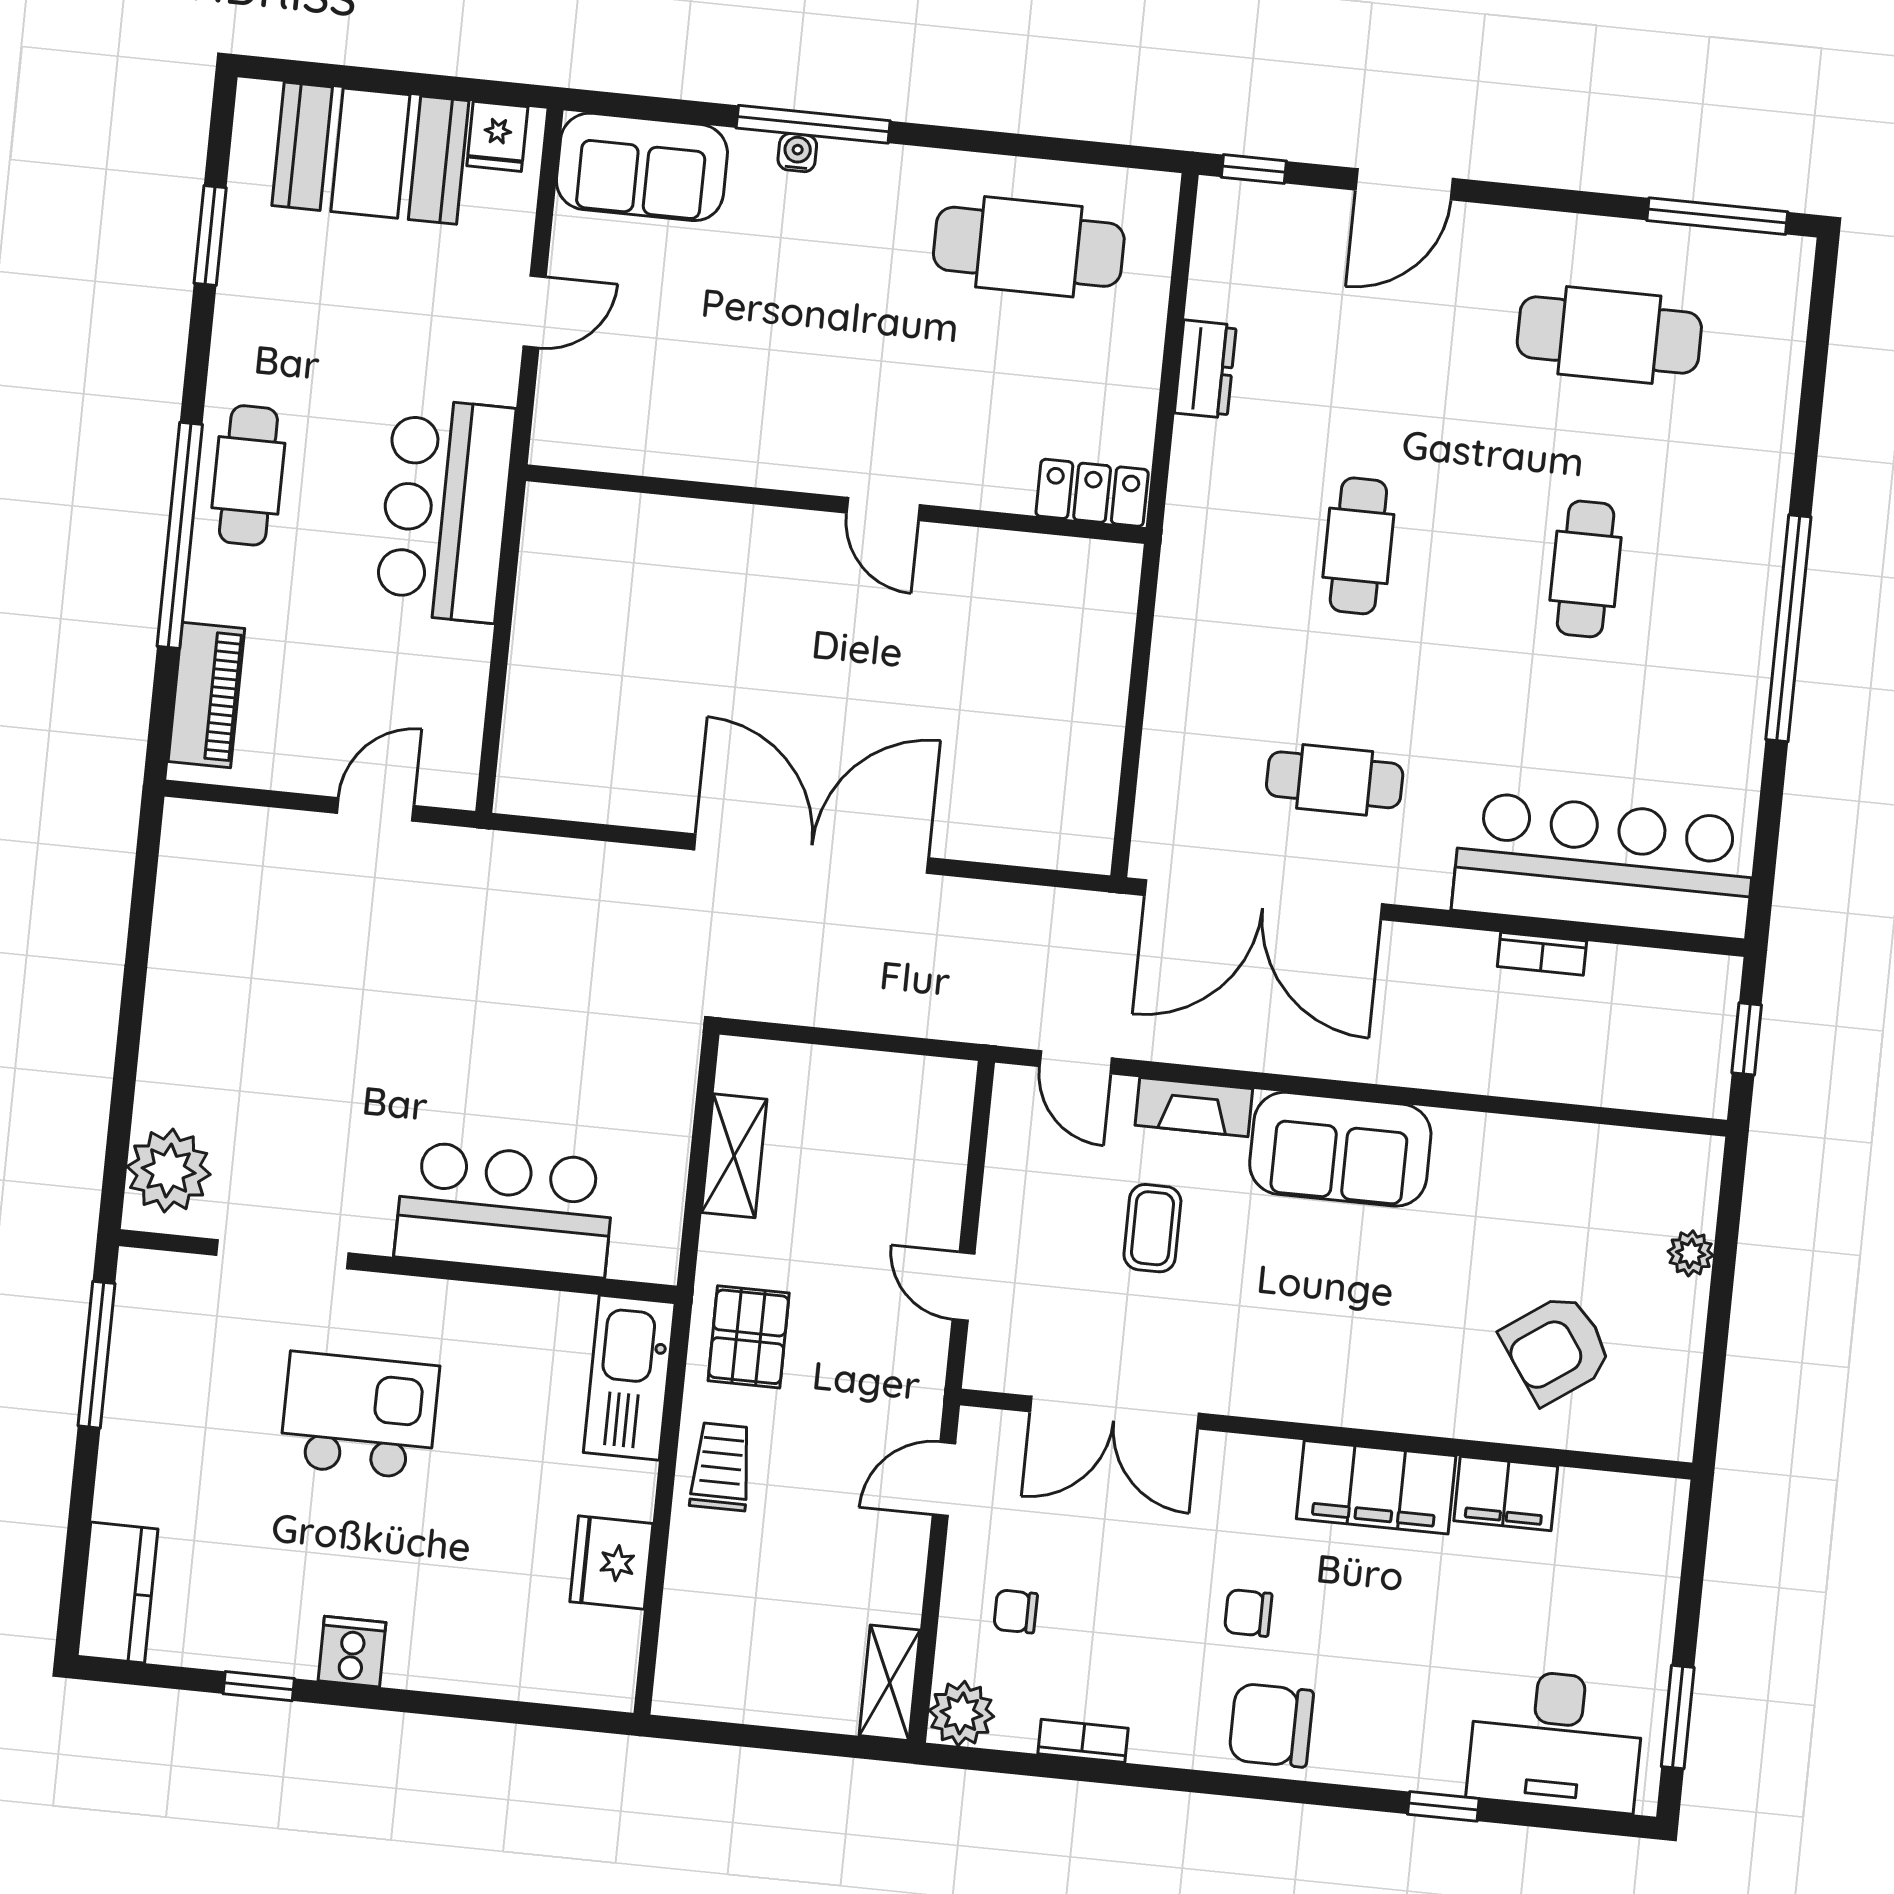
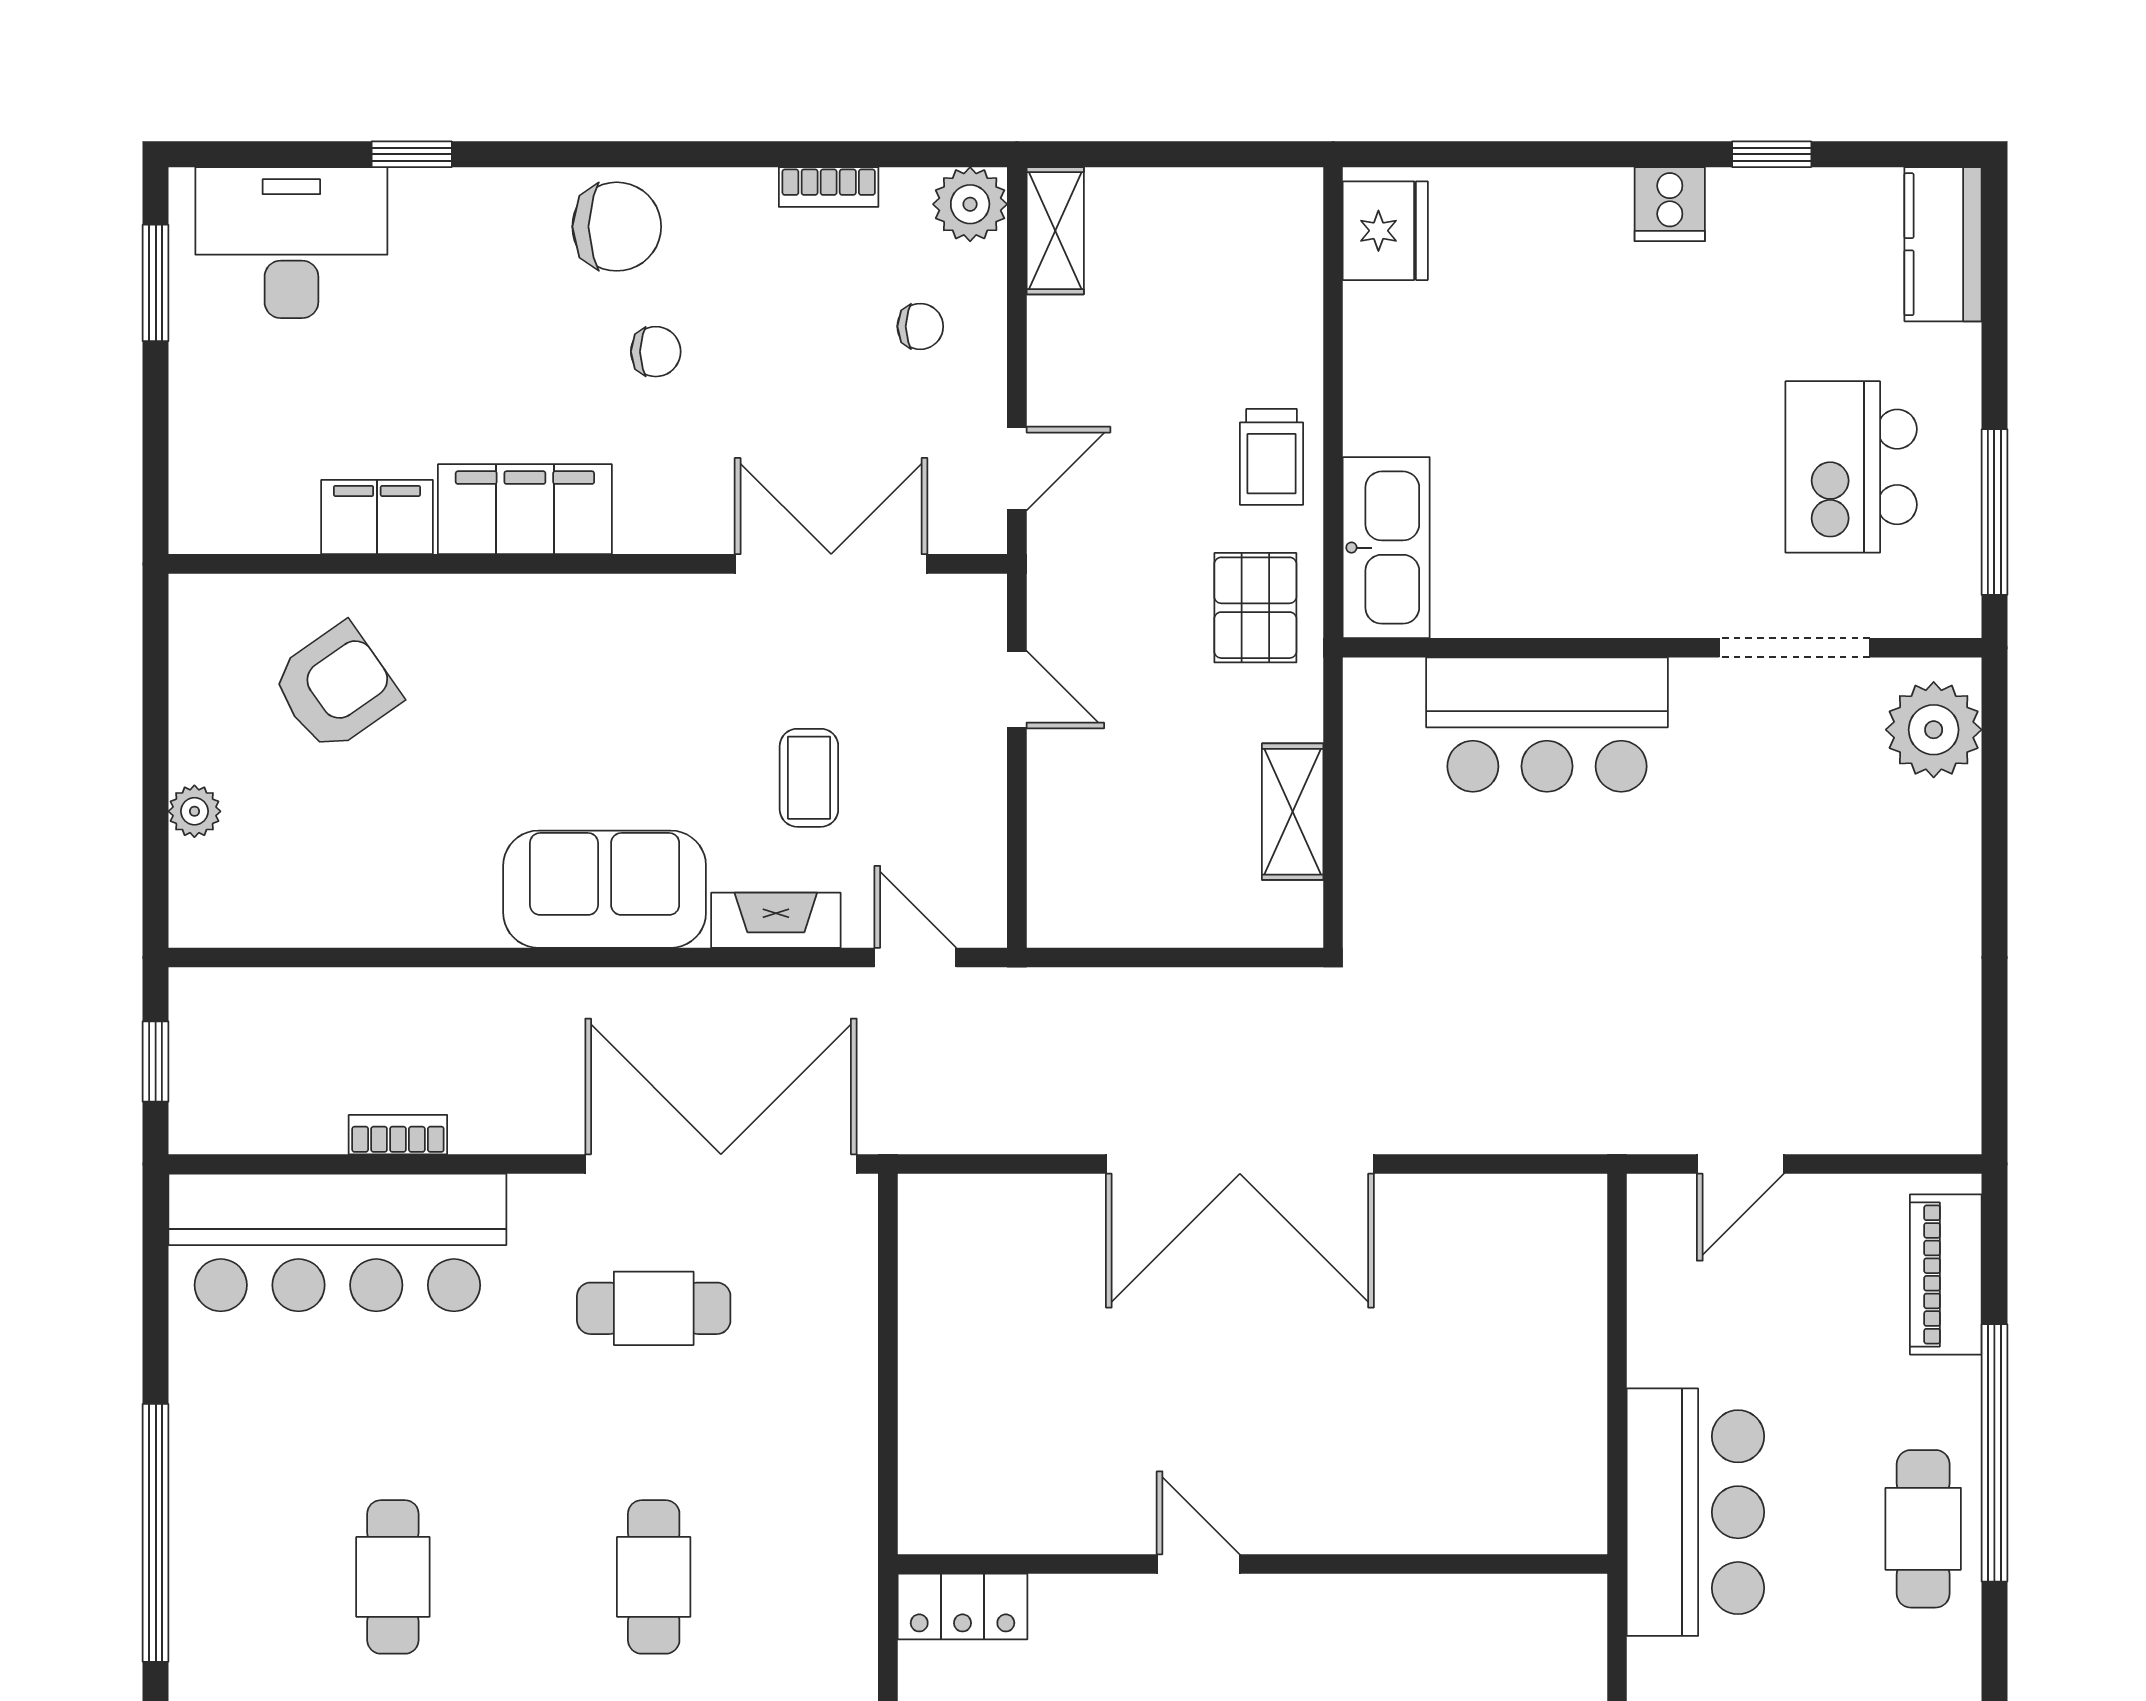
kitchen island: (359, 1415) -> (1851, 467), moved, turned 90
fridge: (611, 1563) -> (1385, 231), moved

